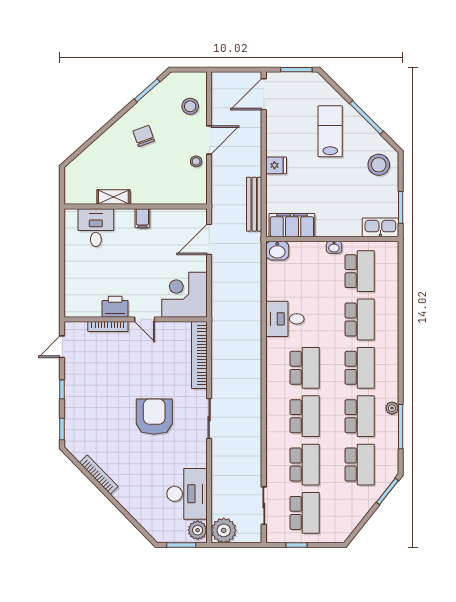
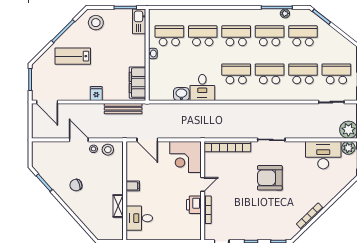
stool: (190, 106) -> (108, 150), moved
washbasin: (277, 251) -> (181, 94), moved, turned -90
plant: (392, 408) -> (285, 13), moved

